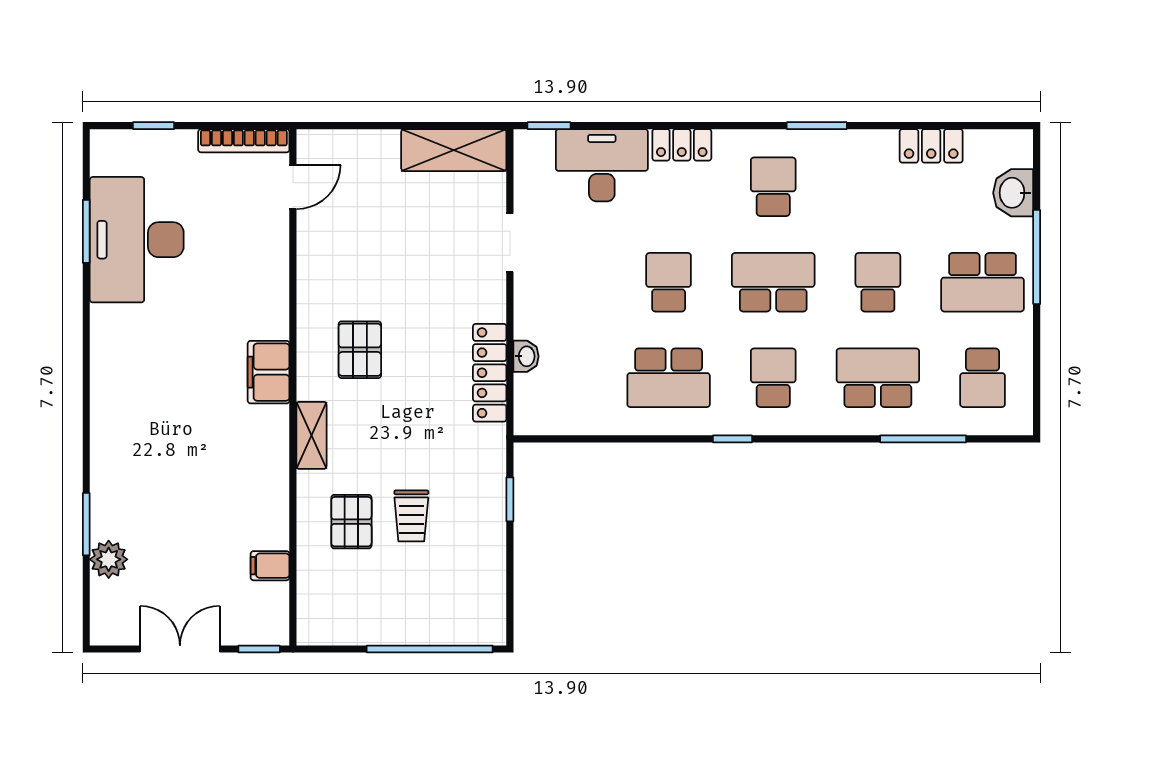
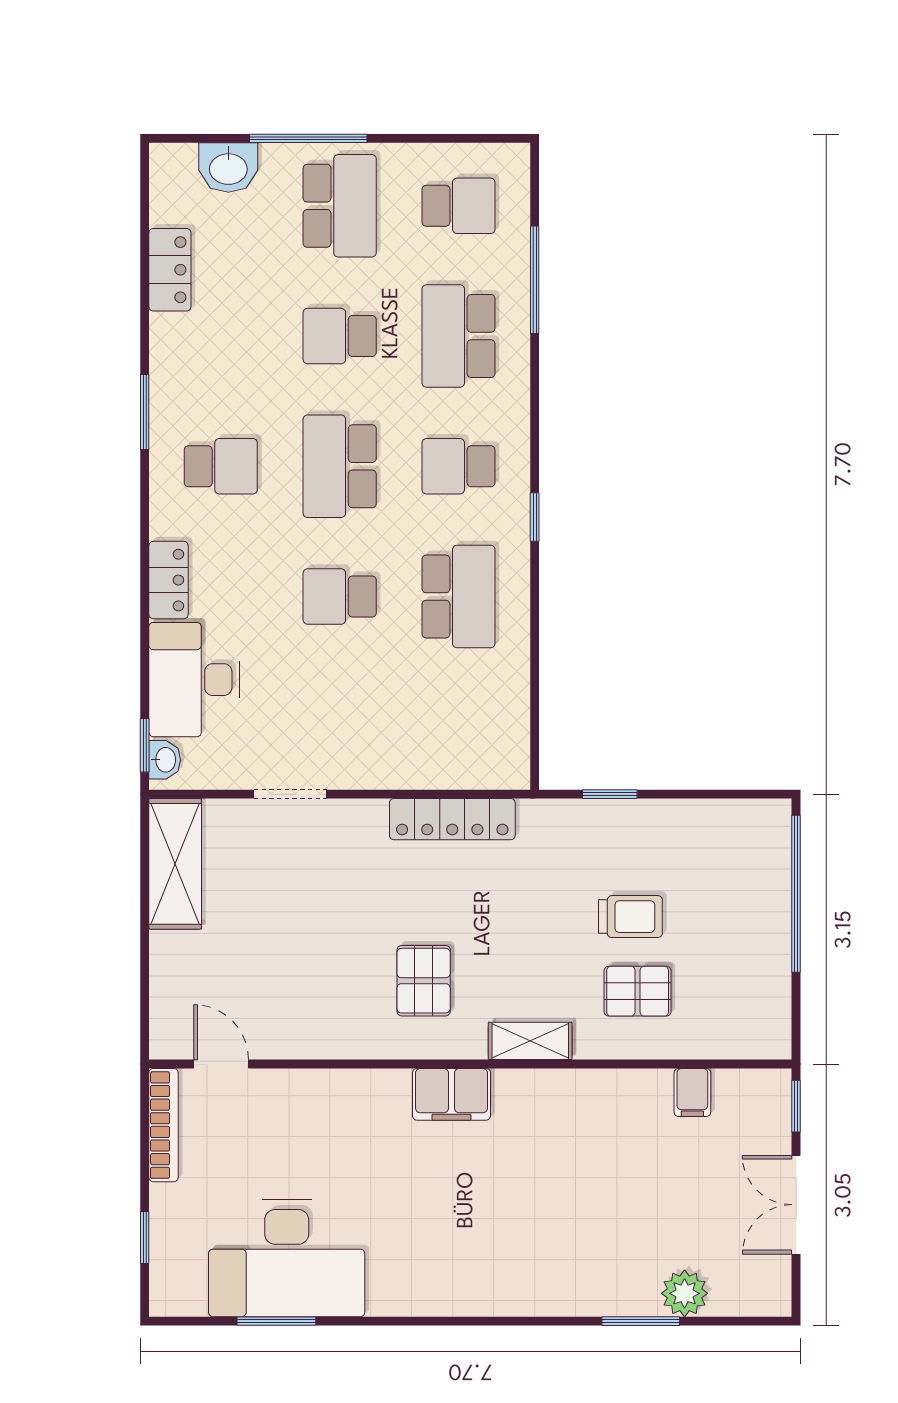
school desk: (773, 187) -> (221, 466), turned 180
pallet: (360, 350) -> (424, 981), turned 90
washbasin: (526, 356) -> (165, 760), moved, turned 90

